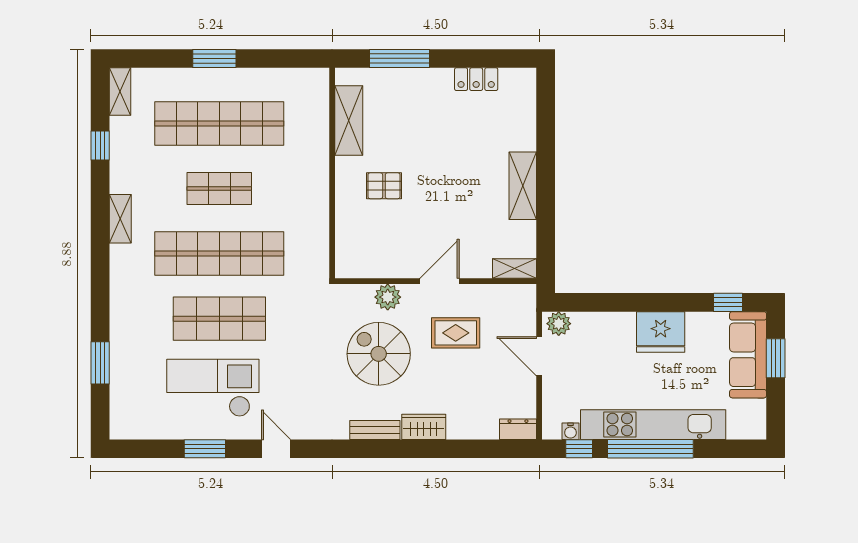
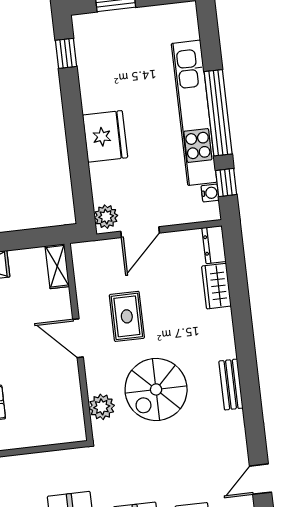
plant: (388, 297) -> (102, 407), moved
fridge: (661, 332) -> (105, 136), moved
sofa: (748, 355) -> (115, 28), removed
wardrobe: (424, 427) -> (216, 286), moved

